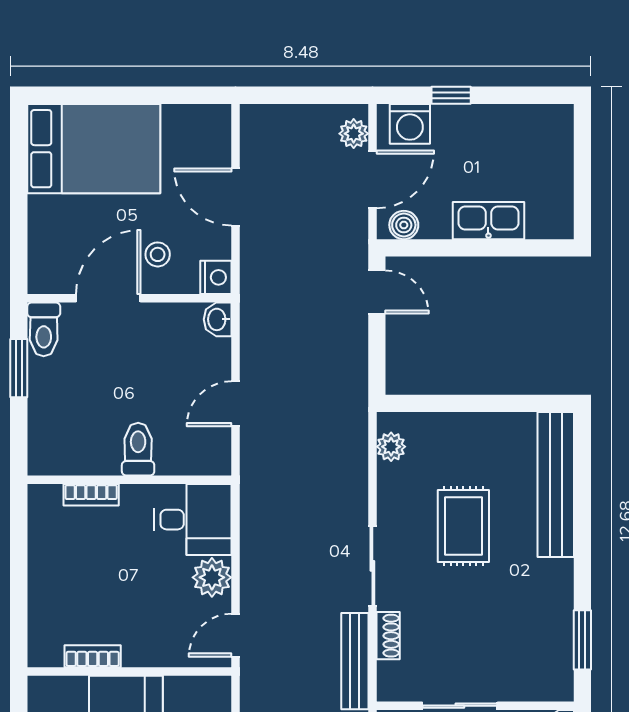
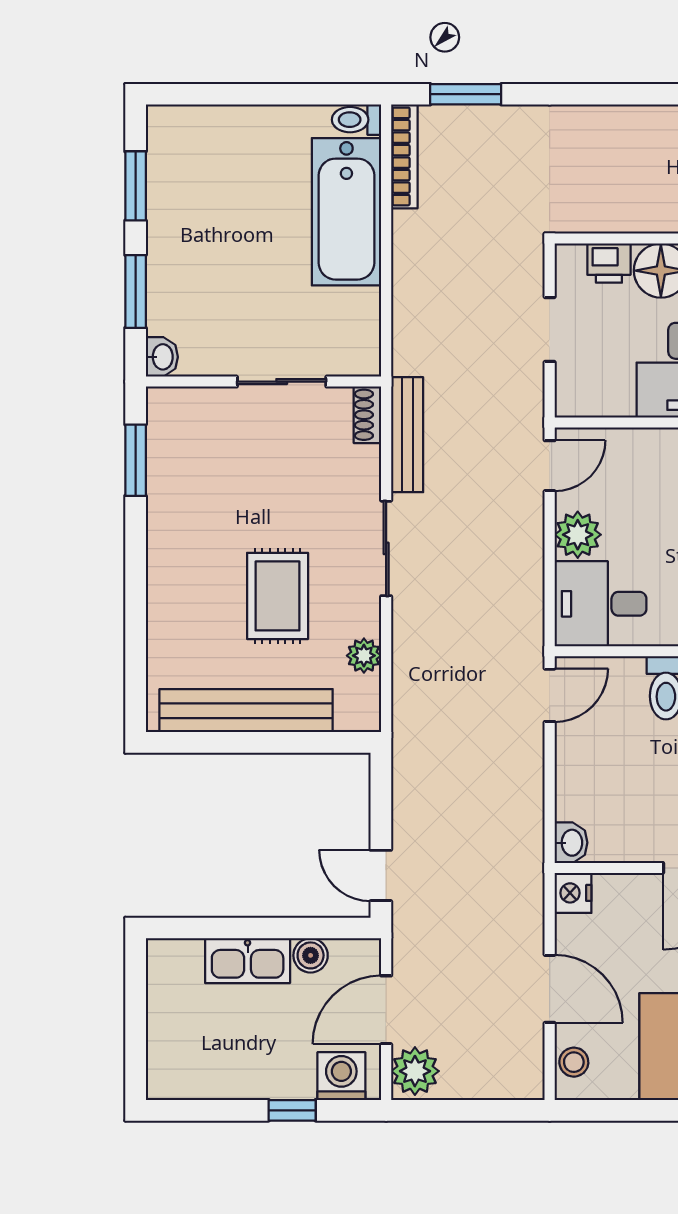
plant: (354, 134) -> (415, 1071), width x1.38, depth x1.38
boiler: (404, 225) -> (311, 955), moved
stool: (158, 254) -> (574, 1062), moved
door: (235, 404) -> (550, 695), moved
plant: (391, 447) -> (364, 656), moved
bench: (556, 485) -> (246, 711), moved, turned 90
shoe rack: (388, 636) -> (367, 415), moved

